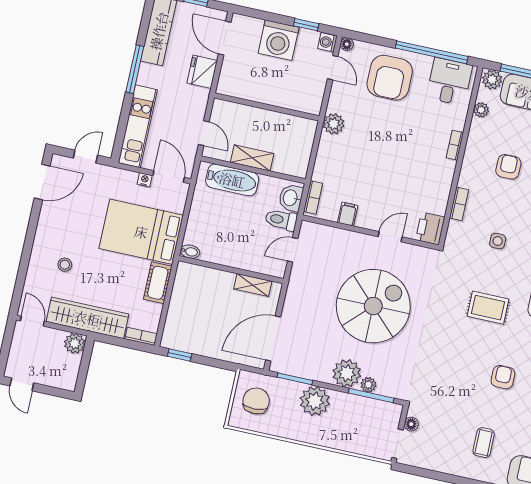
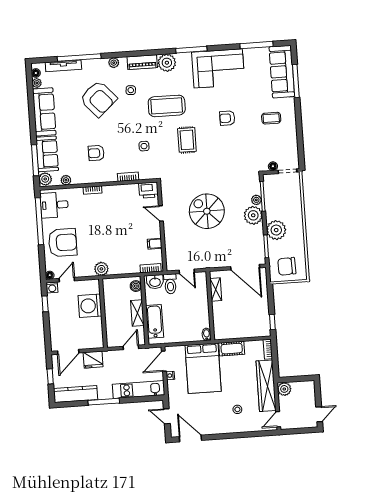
washing machine: (279, 40) -> (90, 306), moved, turned 180
boiler: (293, 167) -> (136, 286), added
spiral stairs: (373, 306) -> (207, 211), width x0.73, depth x0.73

